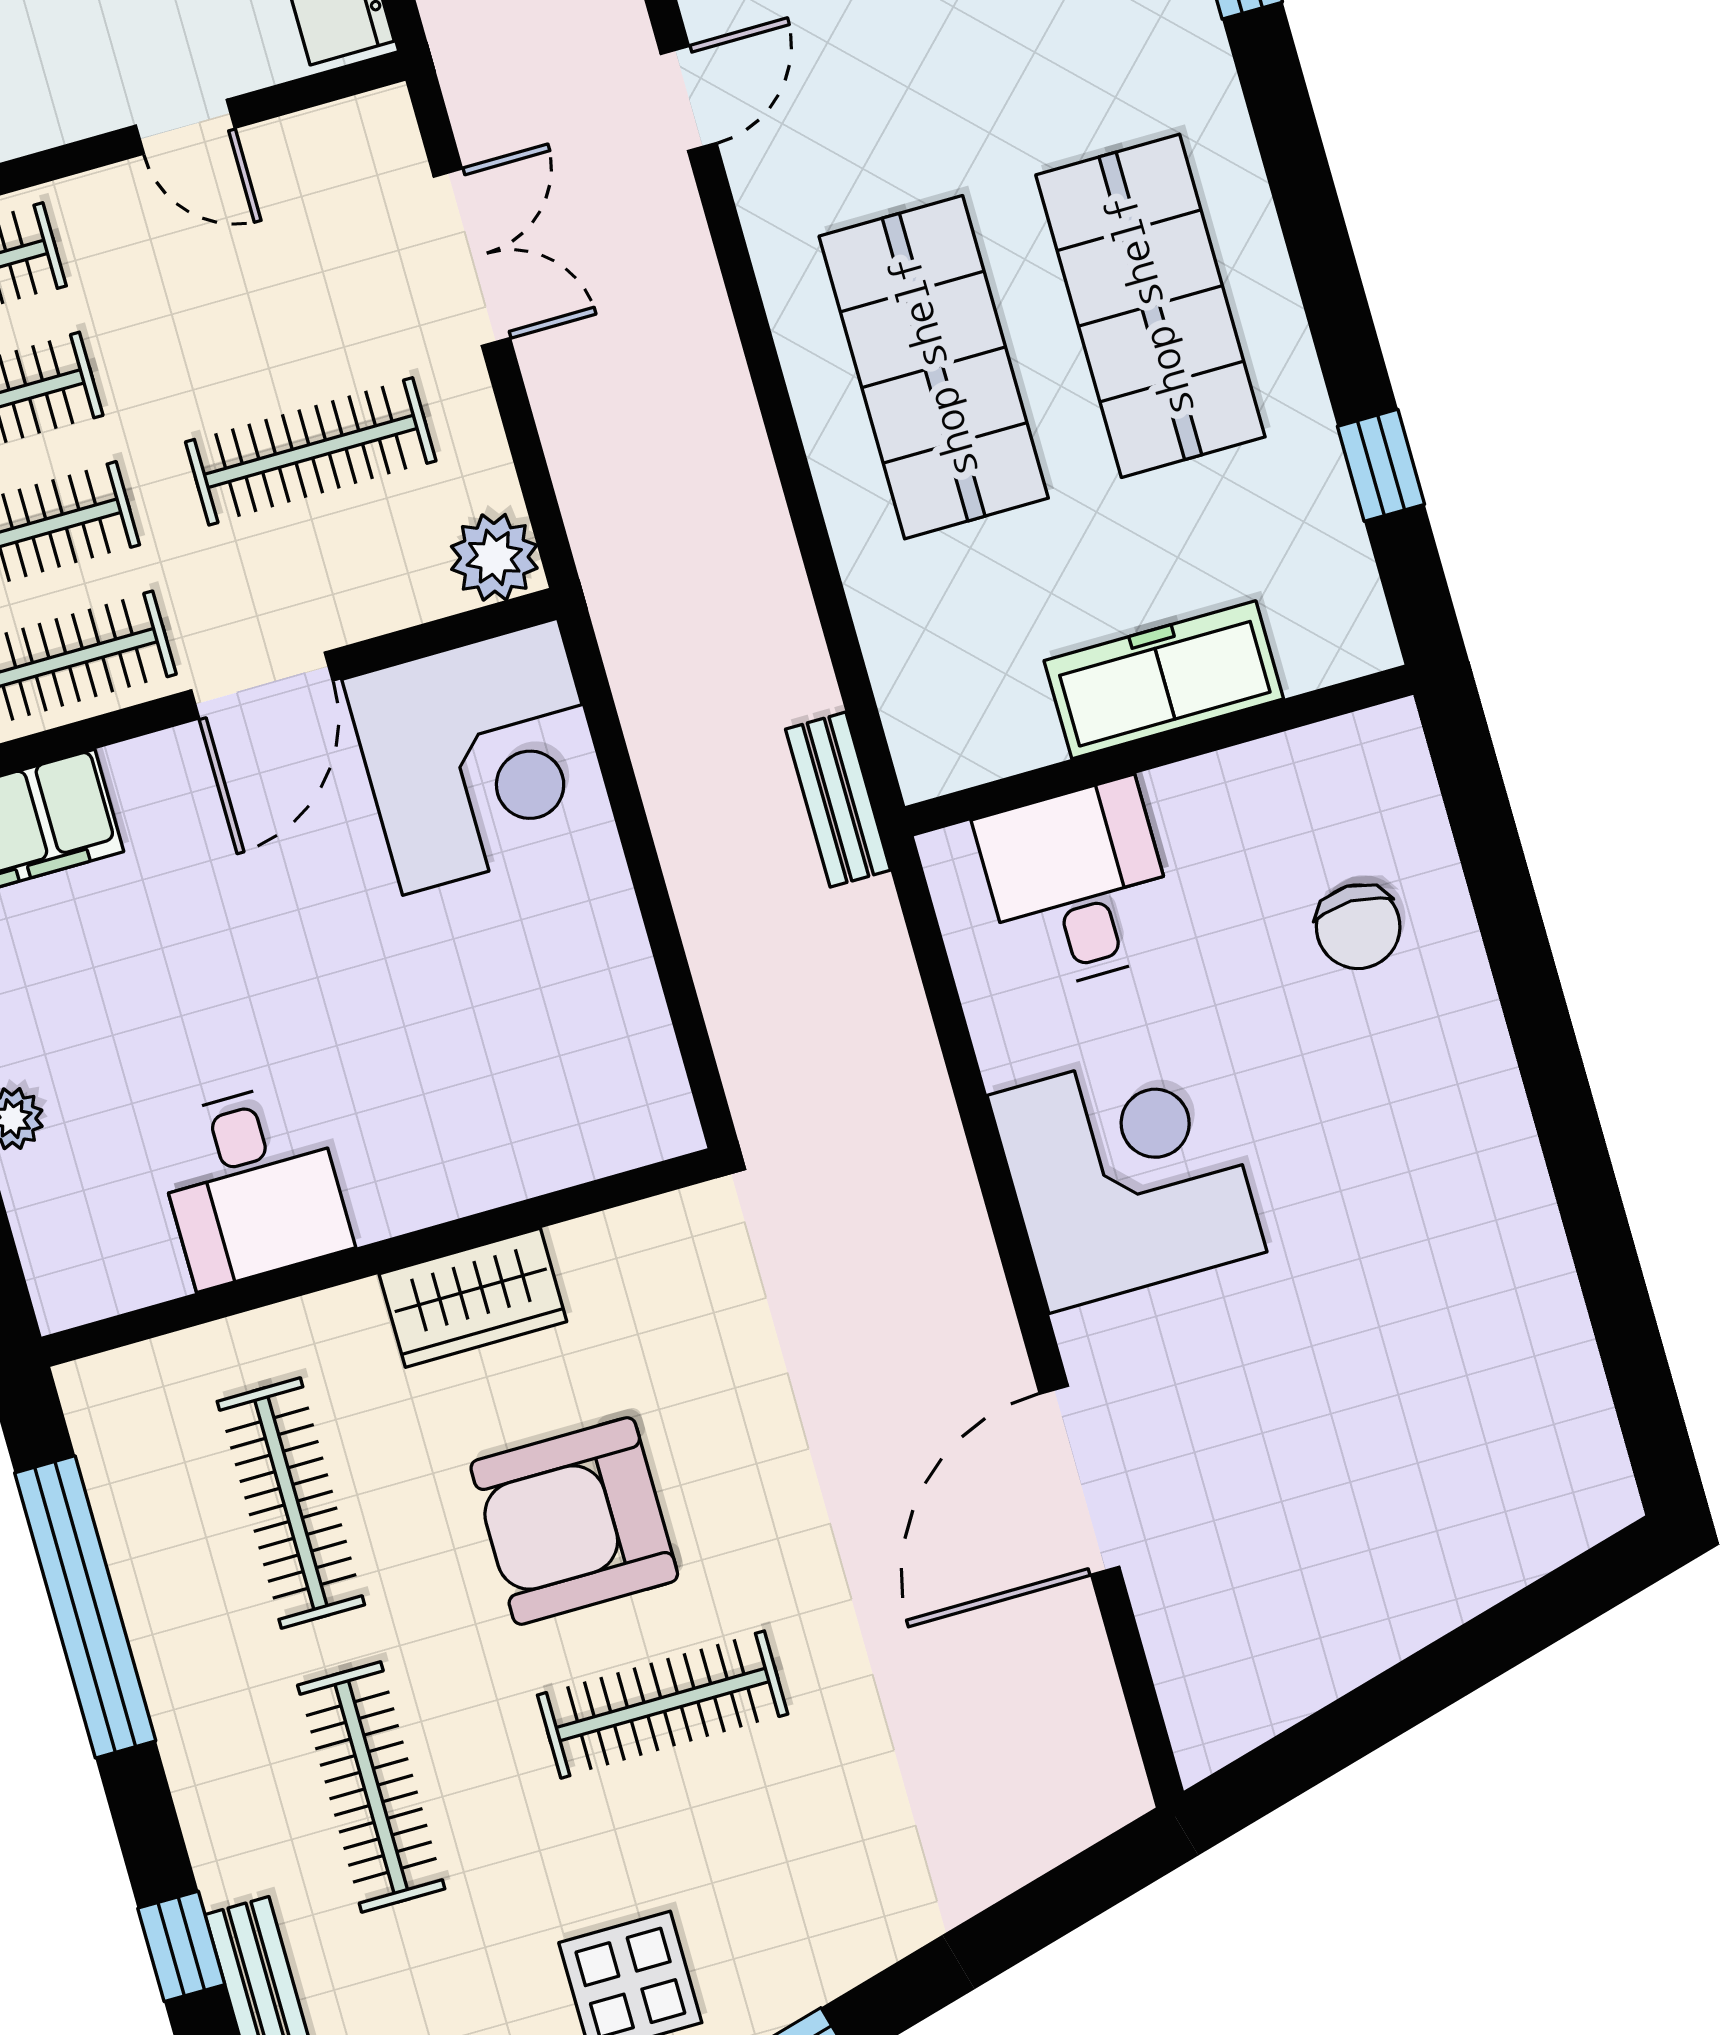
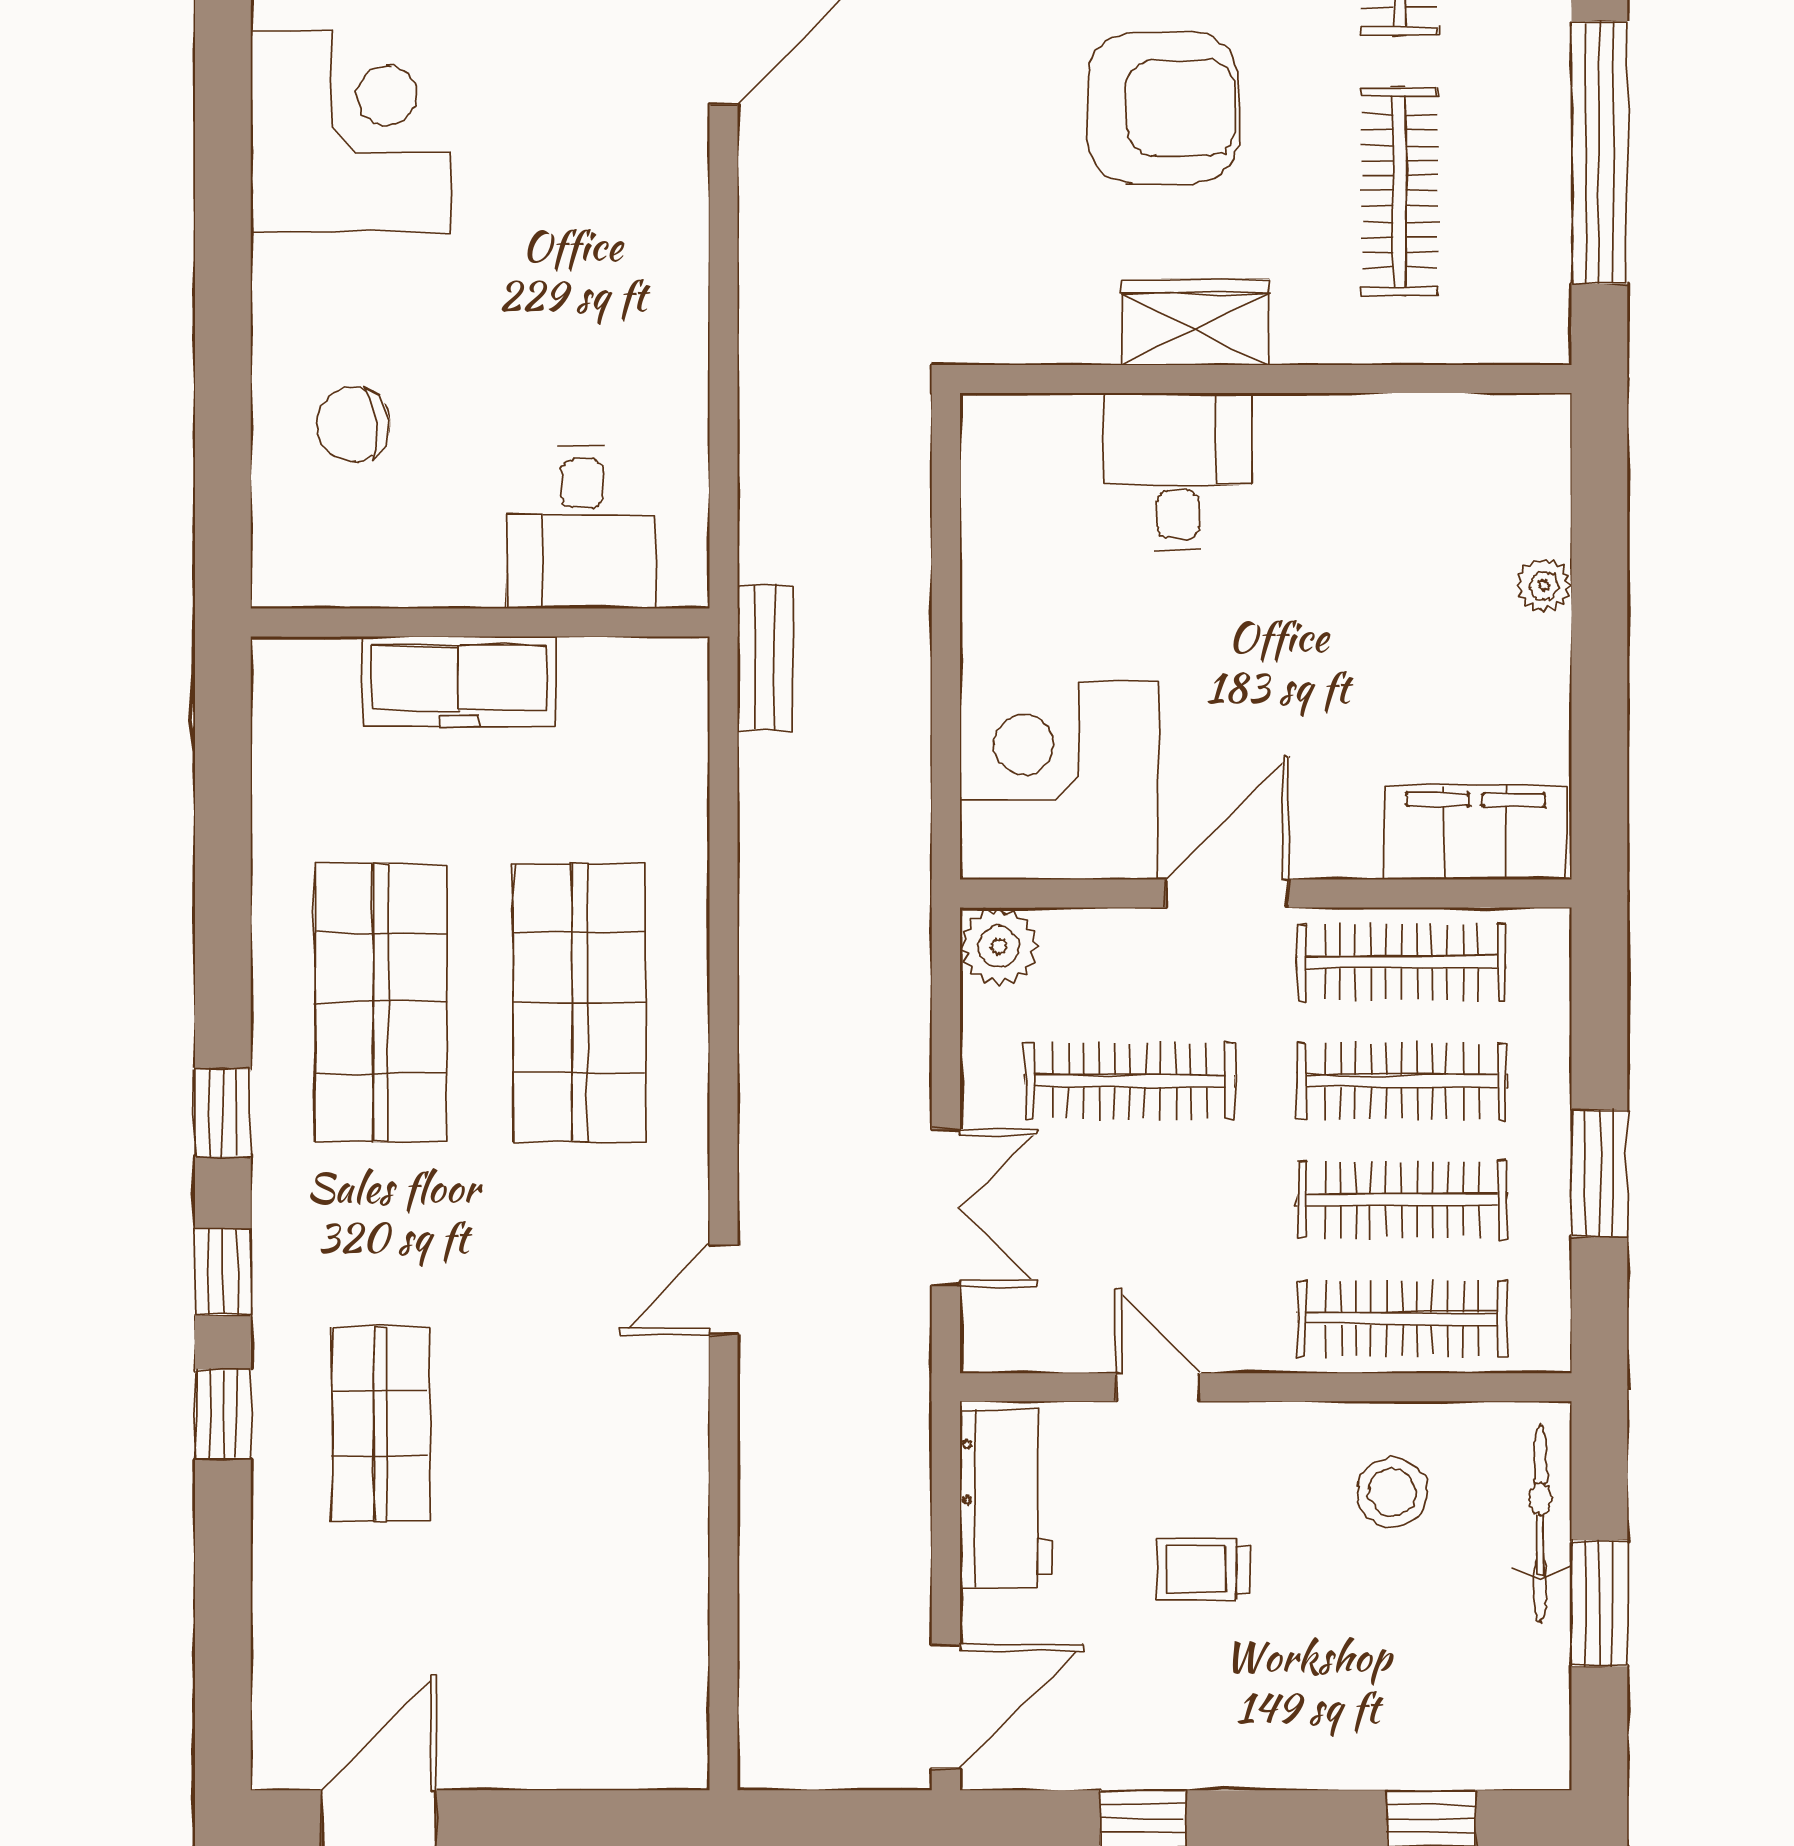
double door: (472, 257) -> (946, 1207), swing flipped
window: (1381, 465) -> (223, 1113), moved
chair: (1358, 927) -> (353, 425), turned -96
corner desk: (1127, 1174) -> (351, 131), moved, turned 180
desk: (252, 1184) -> (1178, 472), moved

